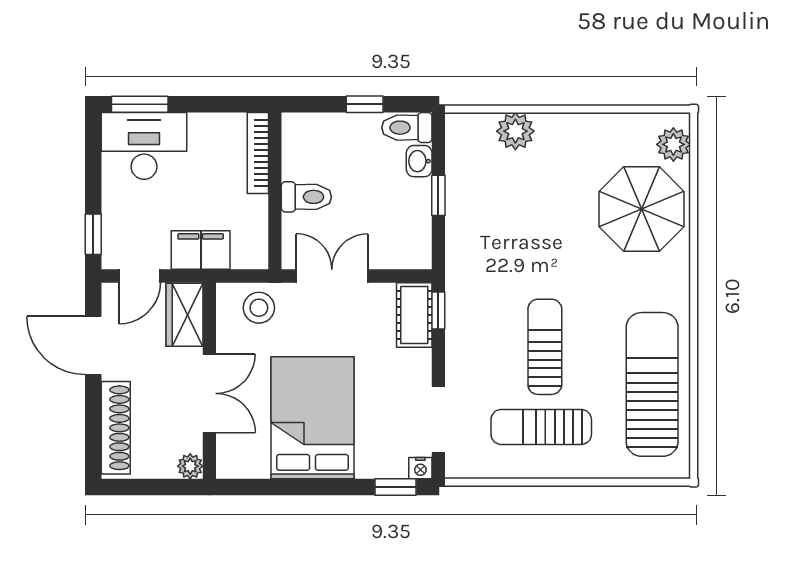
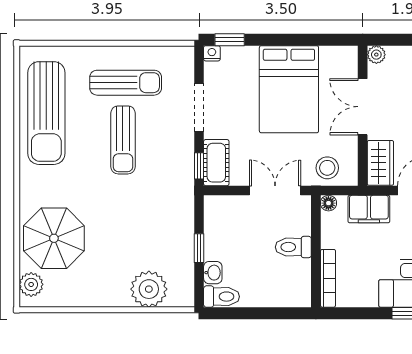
window: (365, 104) -> (252, 313), removed
plant: (515, 131) -> (149, 289), width x1.36, depth x1.36
floor lamp: (257, 258) -> (328, 203), added
double door: (332, 276) -> (275, 190), swing flipped
doorway: (438, 419) -> (199, 107), moved

